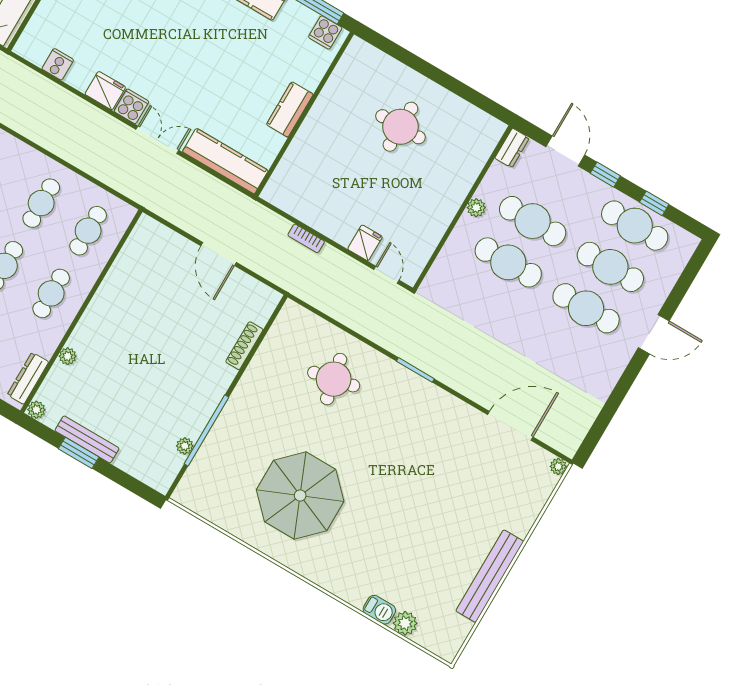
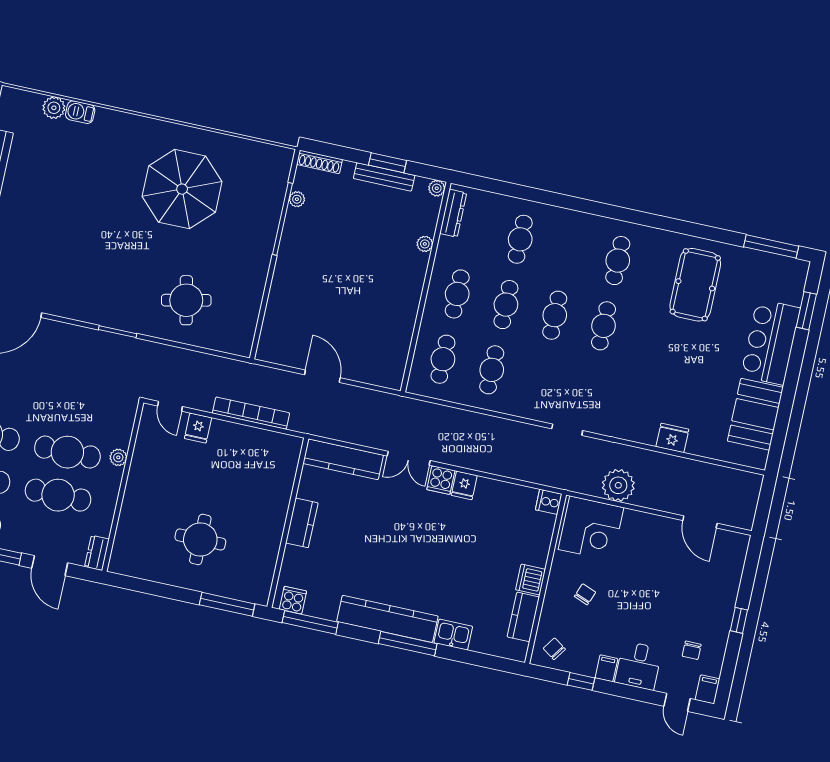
window: (395, 51) -> (227, 604), added
cooker: (58, 64) -> (549, 502), moved, turned 90
fridge: (105, 91) -> (464, 485), width x0.72
plant: (476, 208) -> (118, 457), moved
bookcase: (306, 238) -> (251, 413), width x2.31, depth x1.31
shoe rack: (244, 346) -> (319, 162), moved, turned 90

